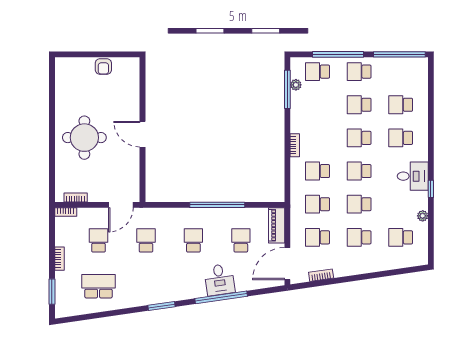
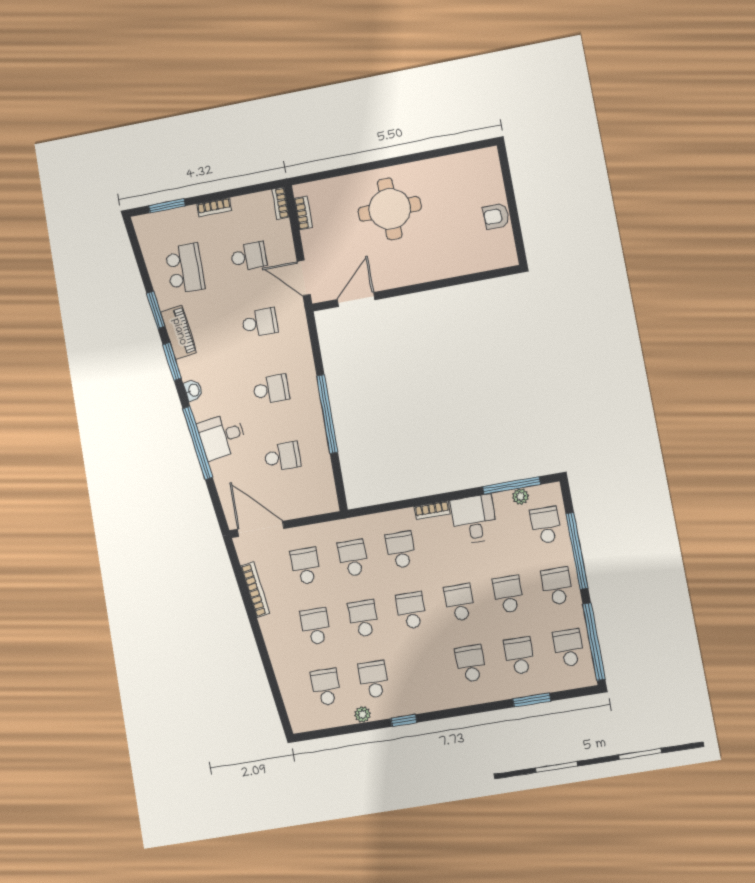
school desk: (401, 72) -> (569, 648), added
window: (431, 102) -> (532, 700), added
door: (143, 134) -> (356, 300), moved
desk: (413, 176) -> (474, 519), moved, turned 180
school desk: (401, 204) -> (374, 679), added
piano: (277, 225) -> (179, 332), moved, turned 82
bookcase: (321, 275) -> (255, 590), width x1.56
washbasin: (184, 294) -> (193, 390), added
window: (124, 311) -> (156, 310), added

